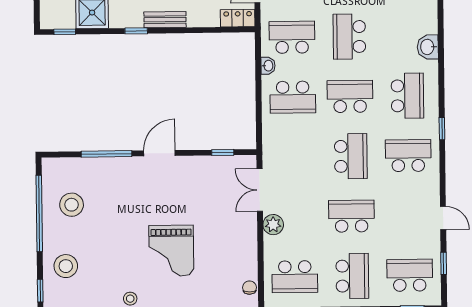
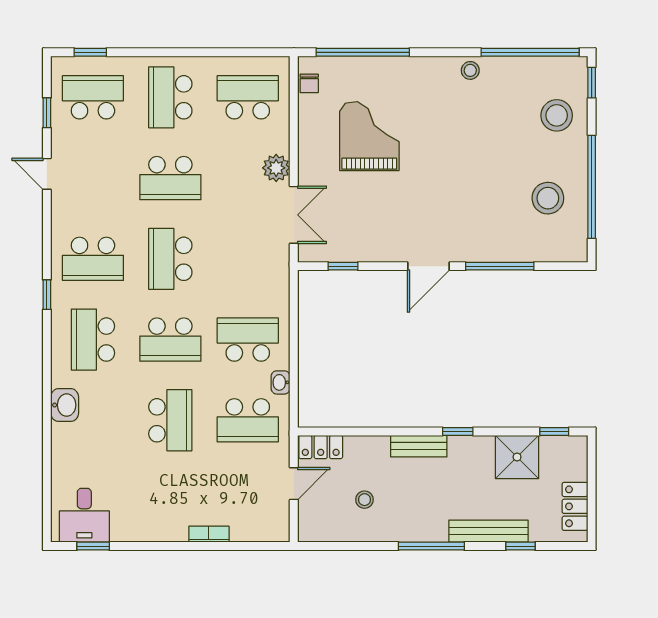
grand piano: (171, 251) -> (369, 136), moved
school desk: (410, 275) -> (93, 97), turned 180

